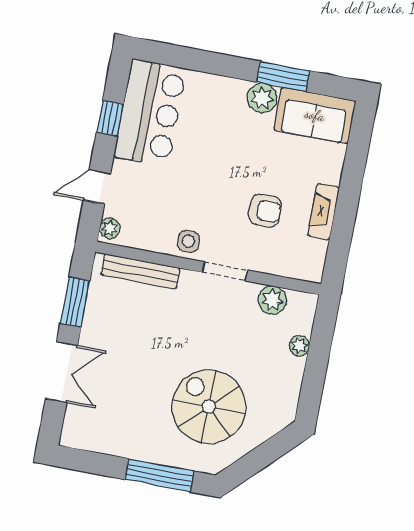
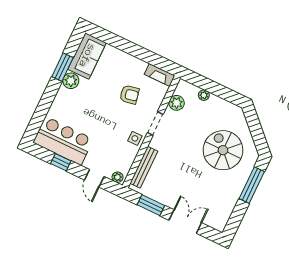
armchair: (265, 211) -> (129, 95), turned 79
fireplace: (324, 212) -> (160, 75), moved
spiral stairs: (209, 407) -> (223, 150), turned 90

